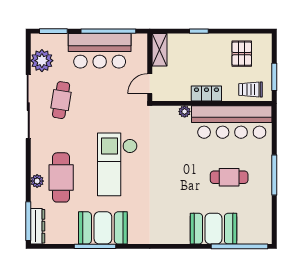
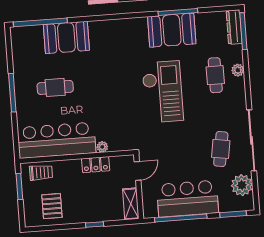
locker: (206, 94) -> (96, 165), moved
cafe table: (61, 177) -> (215, 75), width x0.73, depth x0.74

